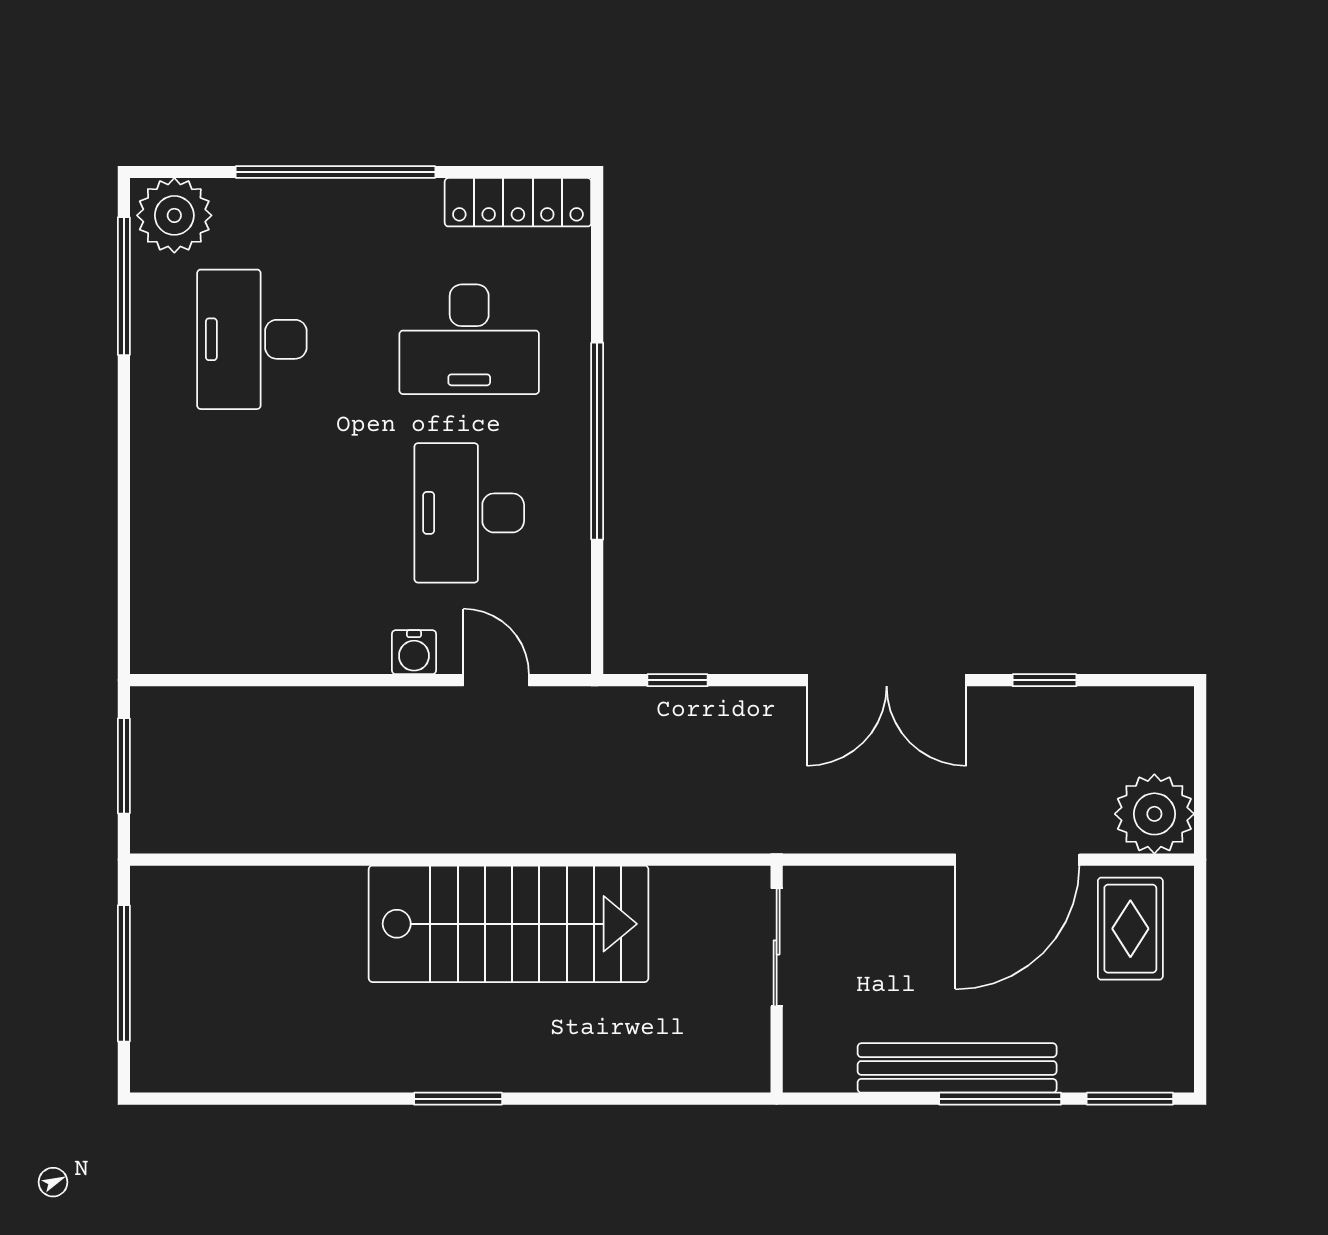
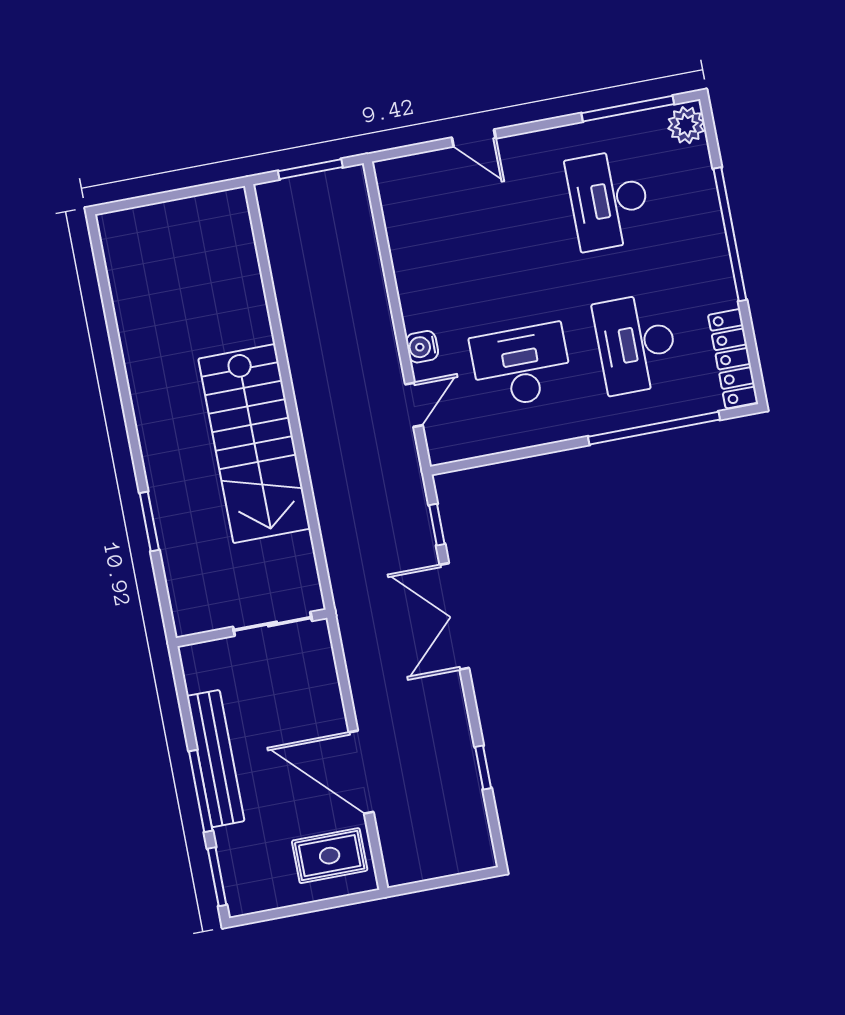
plant: (174, 215) -> (686, 125), width x0.73, depth x0.73
desk: (252, 339) -> (609, 200), turned -90
window: (597, 441) -> (654, 428), moved
door: (124, 519) -> (474, 138), added
double door: (887, 680) -> (454, 616), moved
plant: (1154, 814) -> (409, 857), removed
window: (124, 973) -> (173, 195), removed
window: (458, 1099) -> (149, 522), moved

